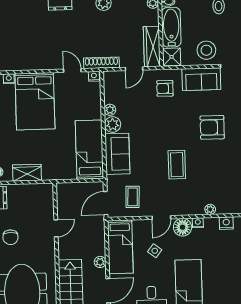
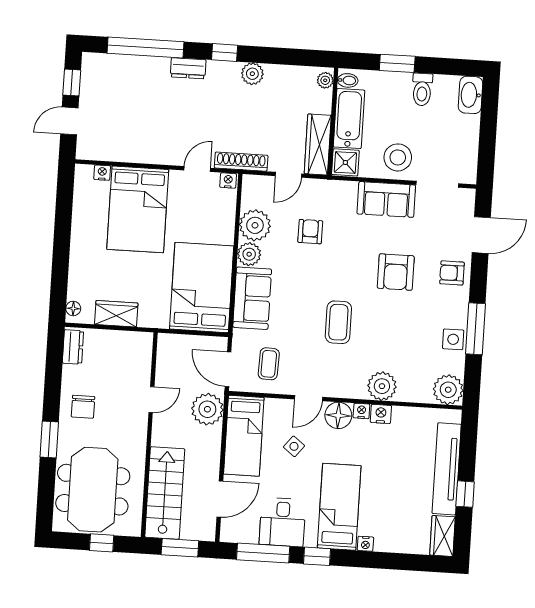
door: (72, 71) -> (197, 169), hinge flipped
armchair: (165, 88) -> (310, 232), moved, turned 90
plant: (110, 110) -> (255, 225), width x1.87, depth x1.87
armchair: (212, 127) -> (396, 272), turned -90
bed: (89, 150) -> (202, 288), width x1.50
door: (106, 203) -> (228, 369), hinge flipped
plant: (210, 209) -> (382, 386), width x1.88, depth x1.88
nightstand: (226, 223) -> (381, 414), moved
plant: (100, 262) -> (207, 409), moved, width x1.88, depth x1.88

